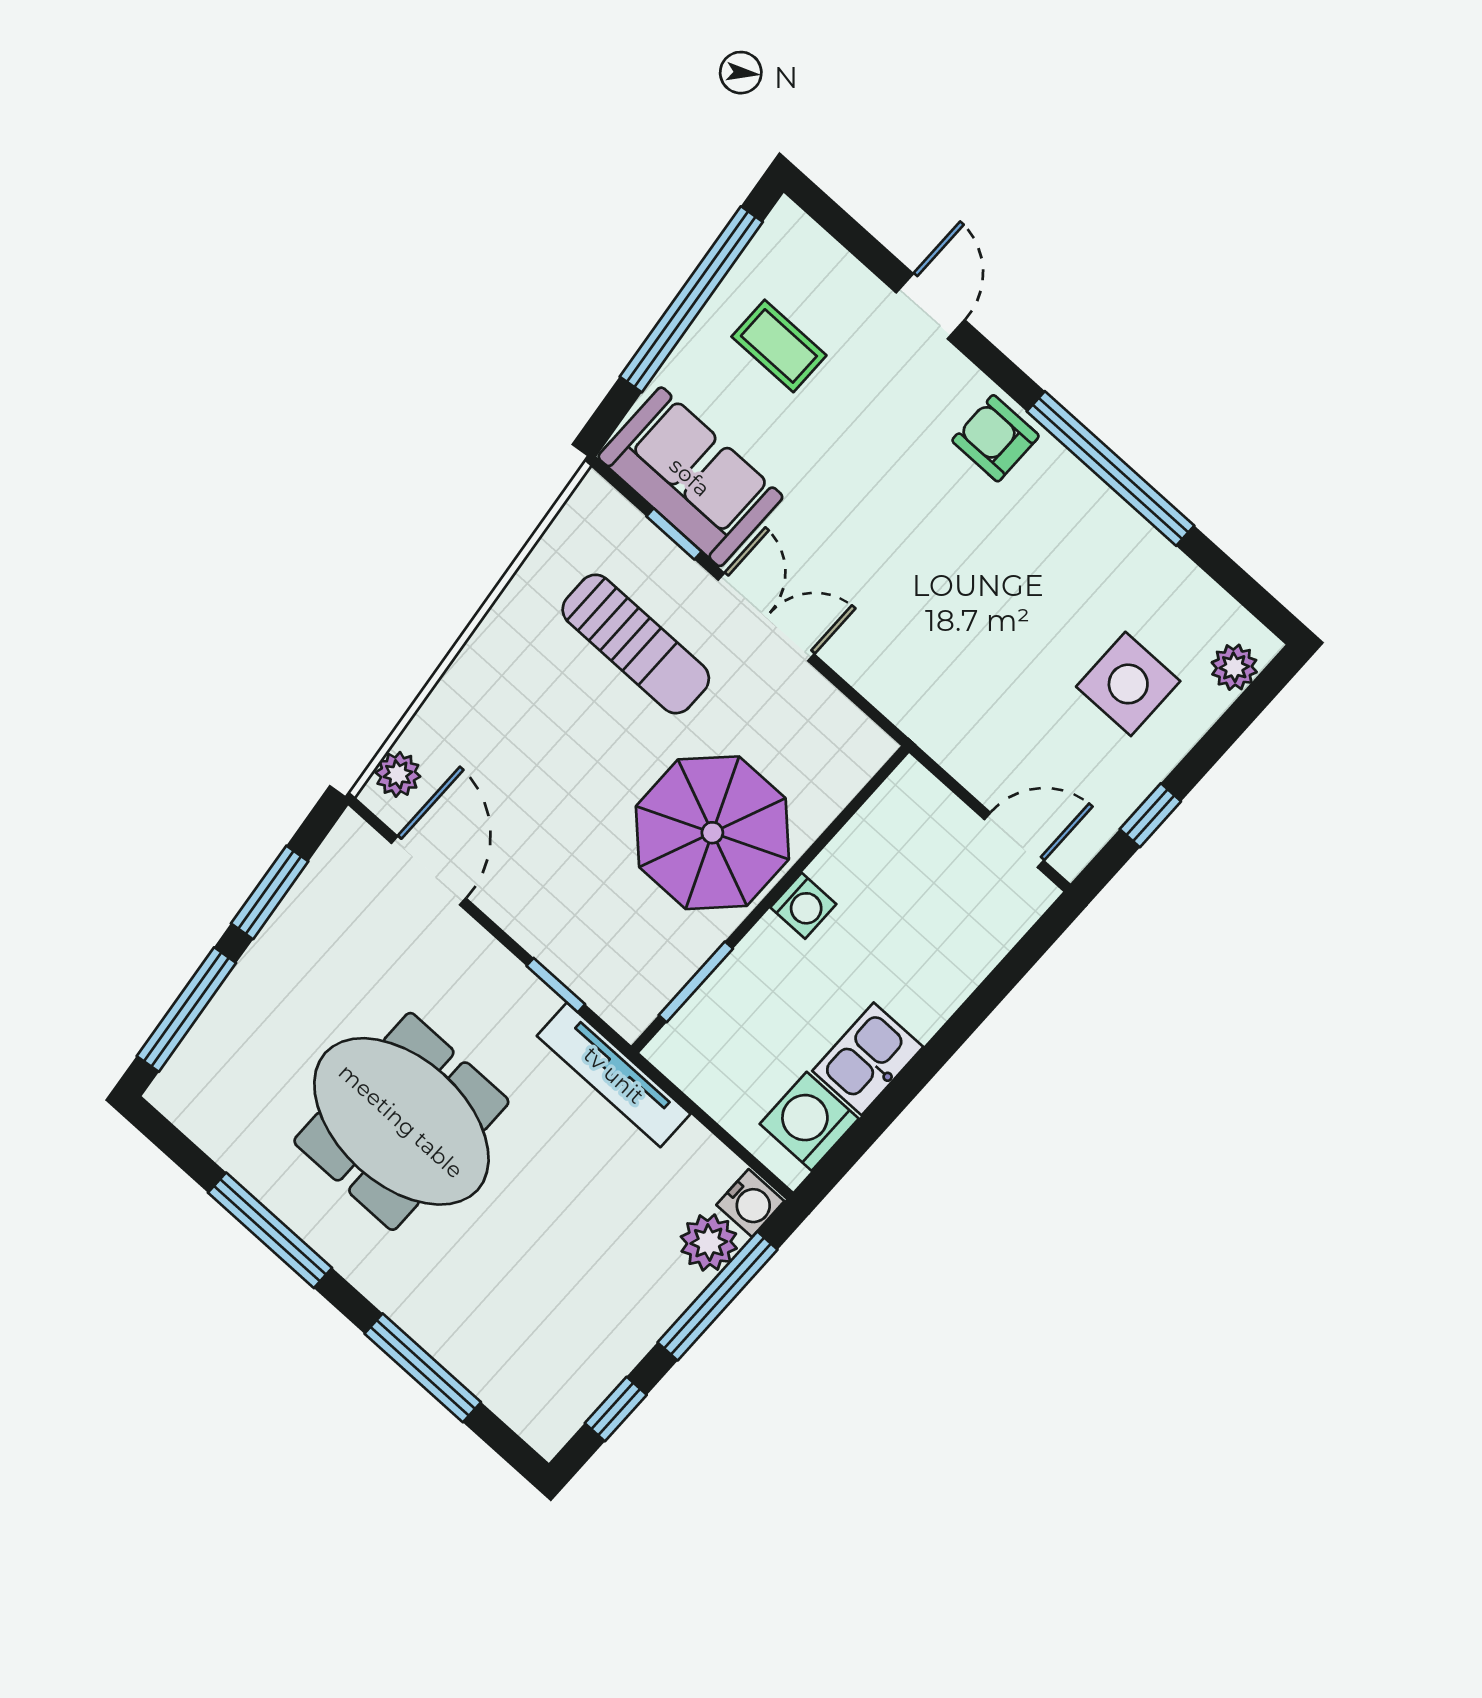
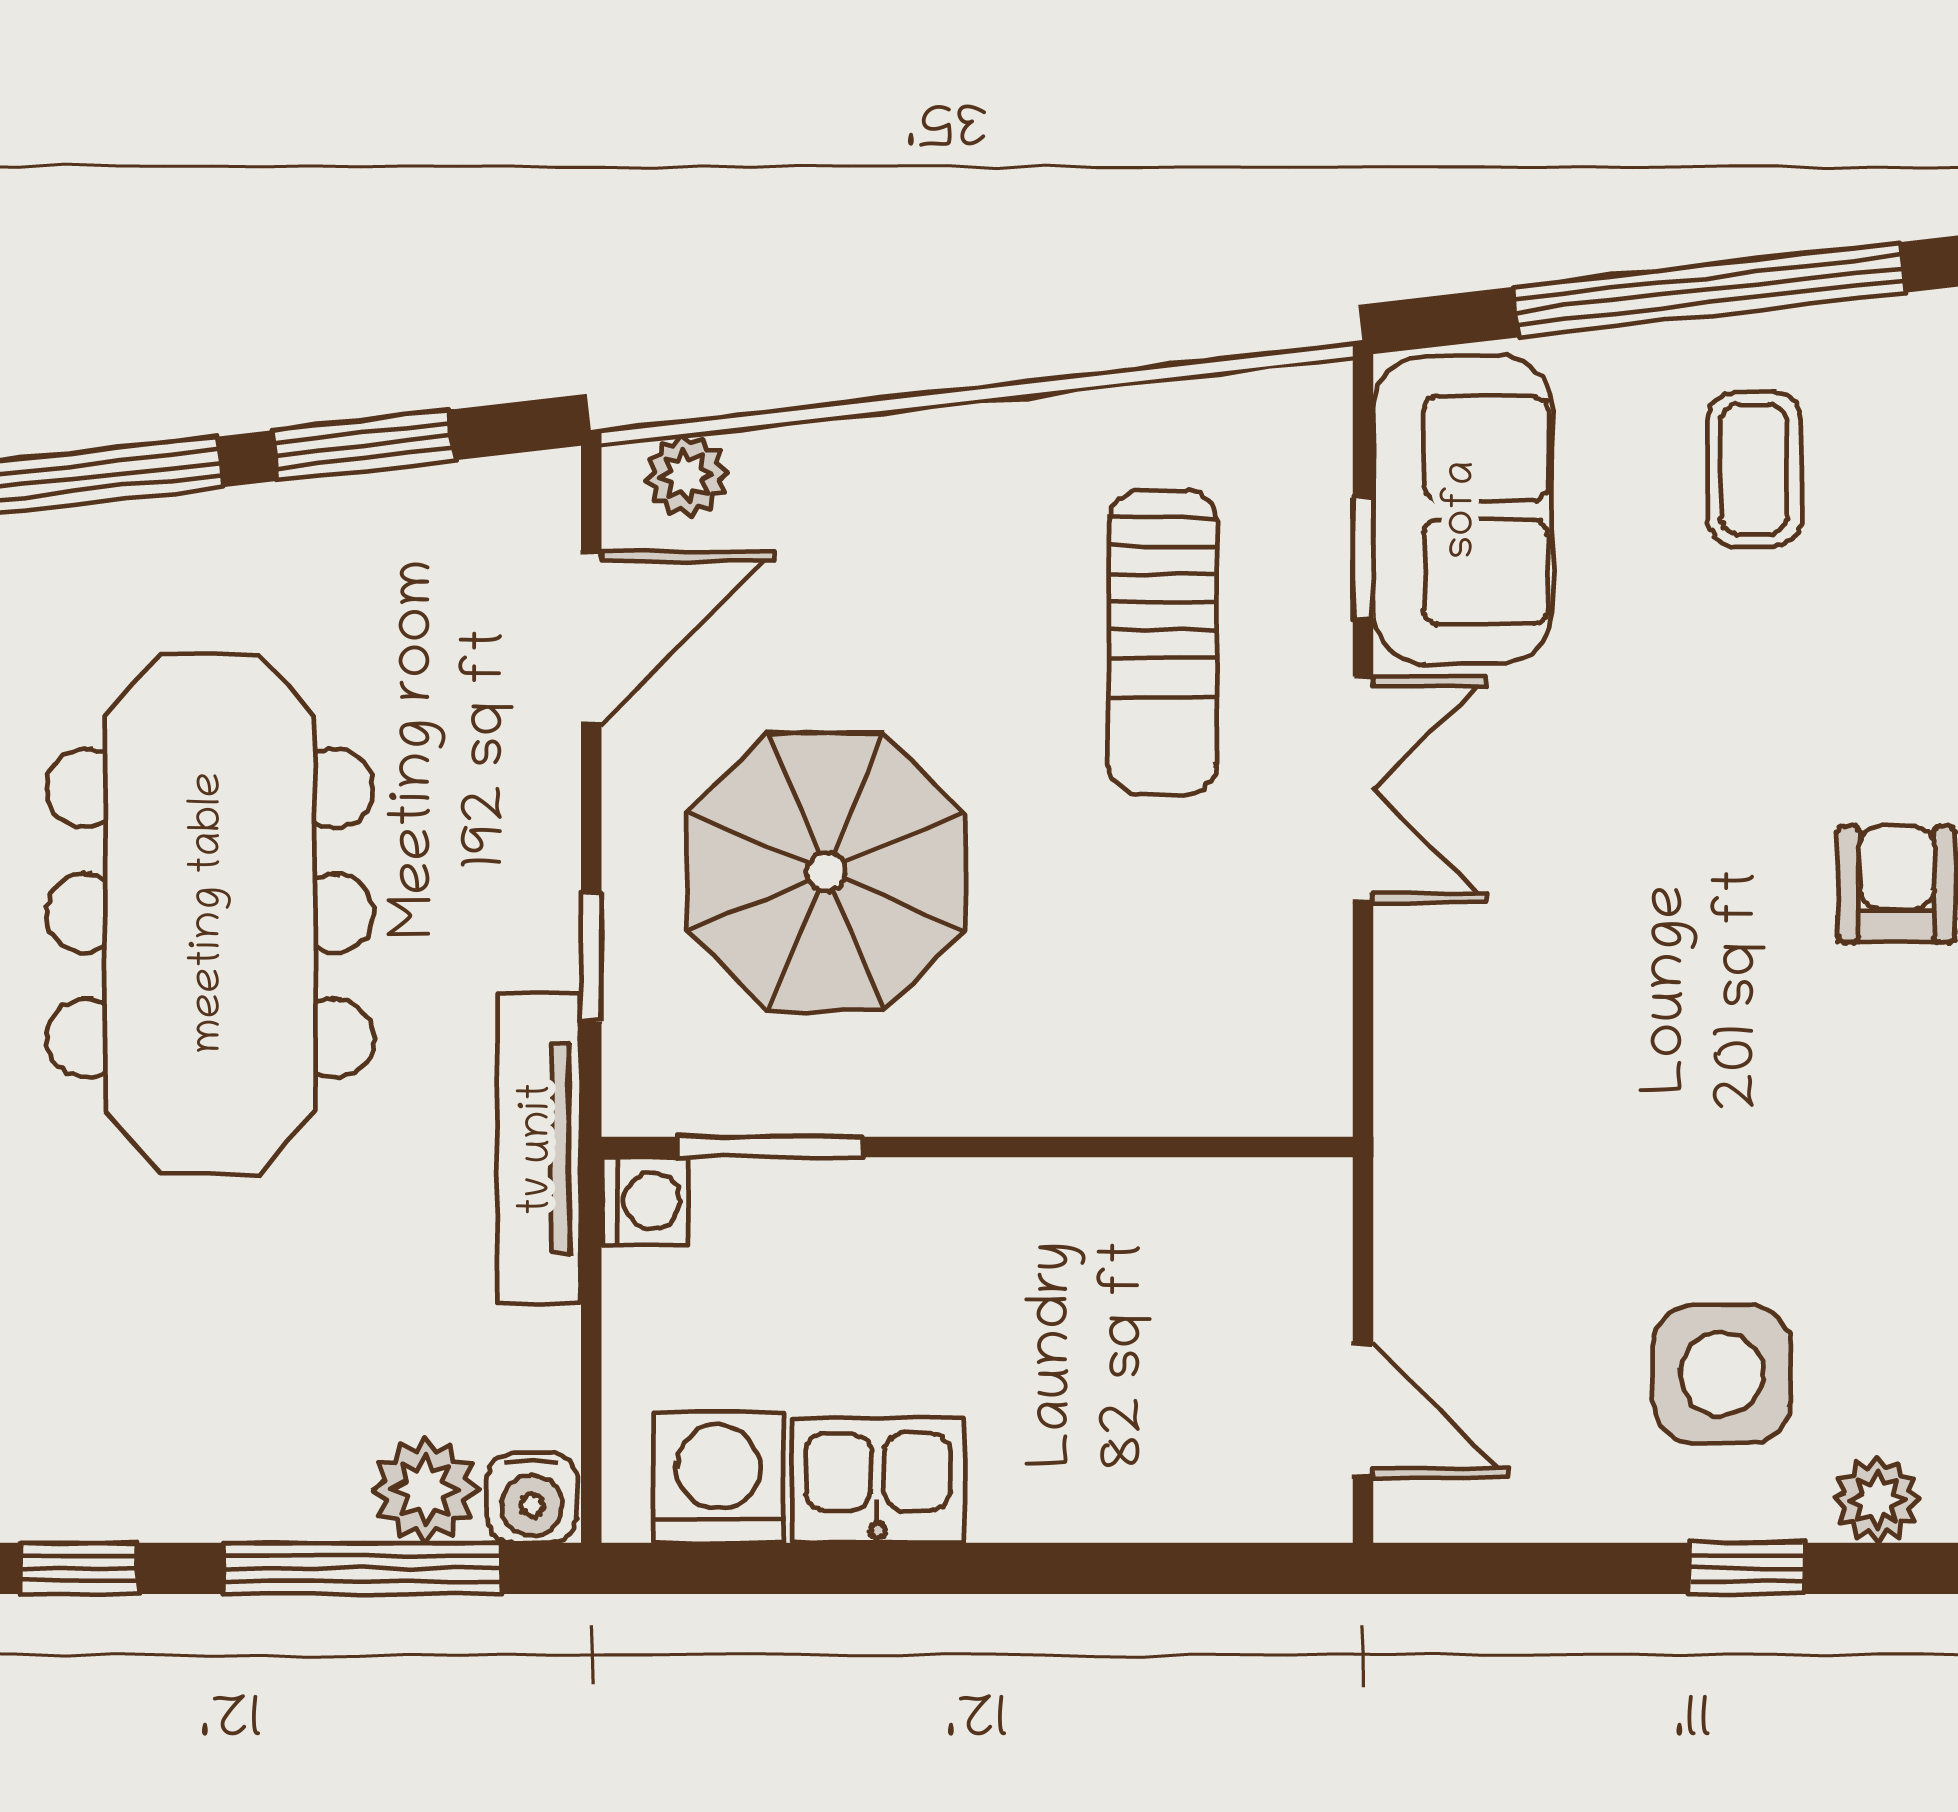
window: (1150, 815) -> (1747, 1568), moved
parasol: (712, 833) -> (826, 872), moved
washing machine: (803, 906) -> (645, 1201), moved, turned -90
meeting table: (401, 1121) -> (210, 913), width x1.36

